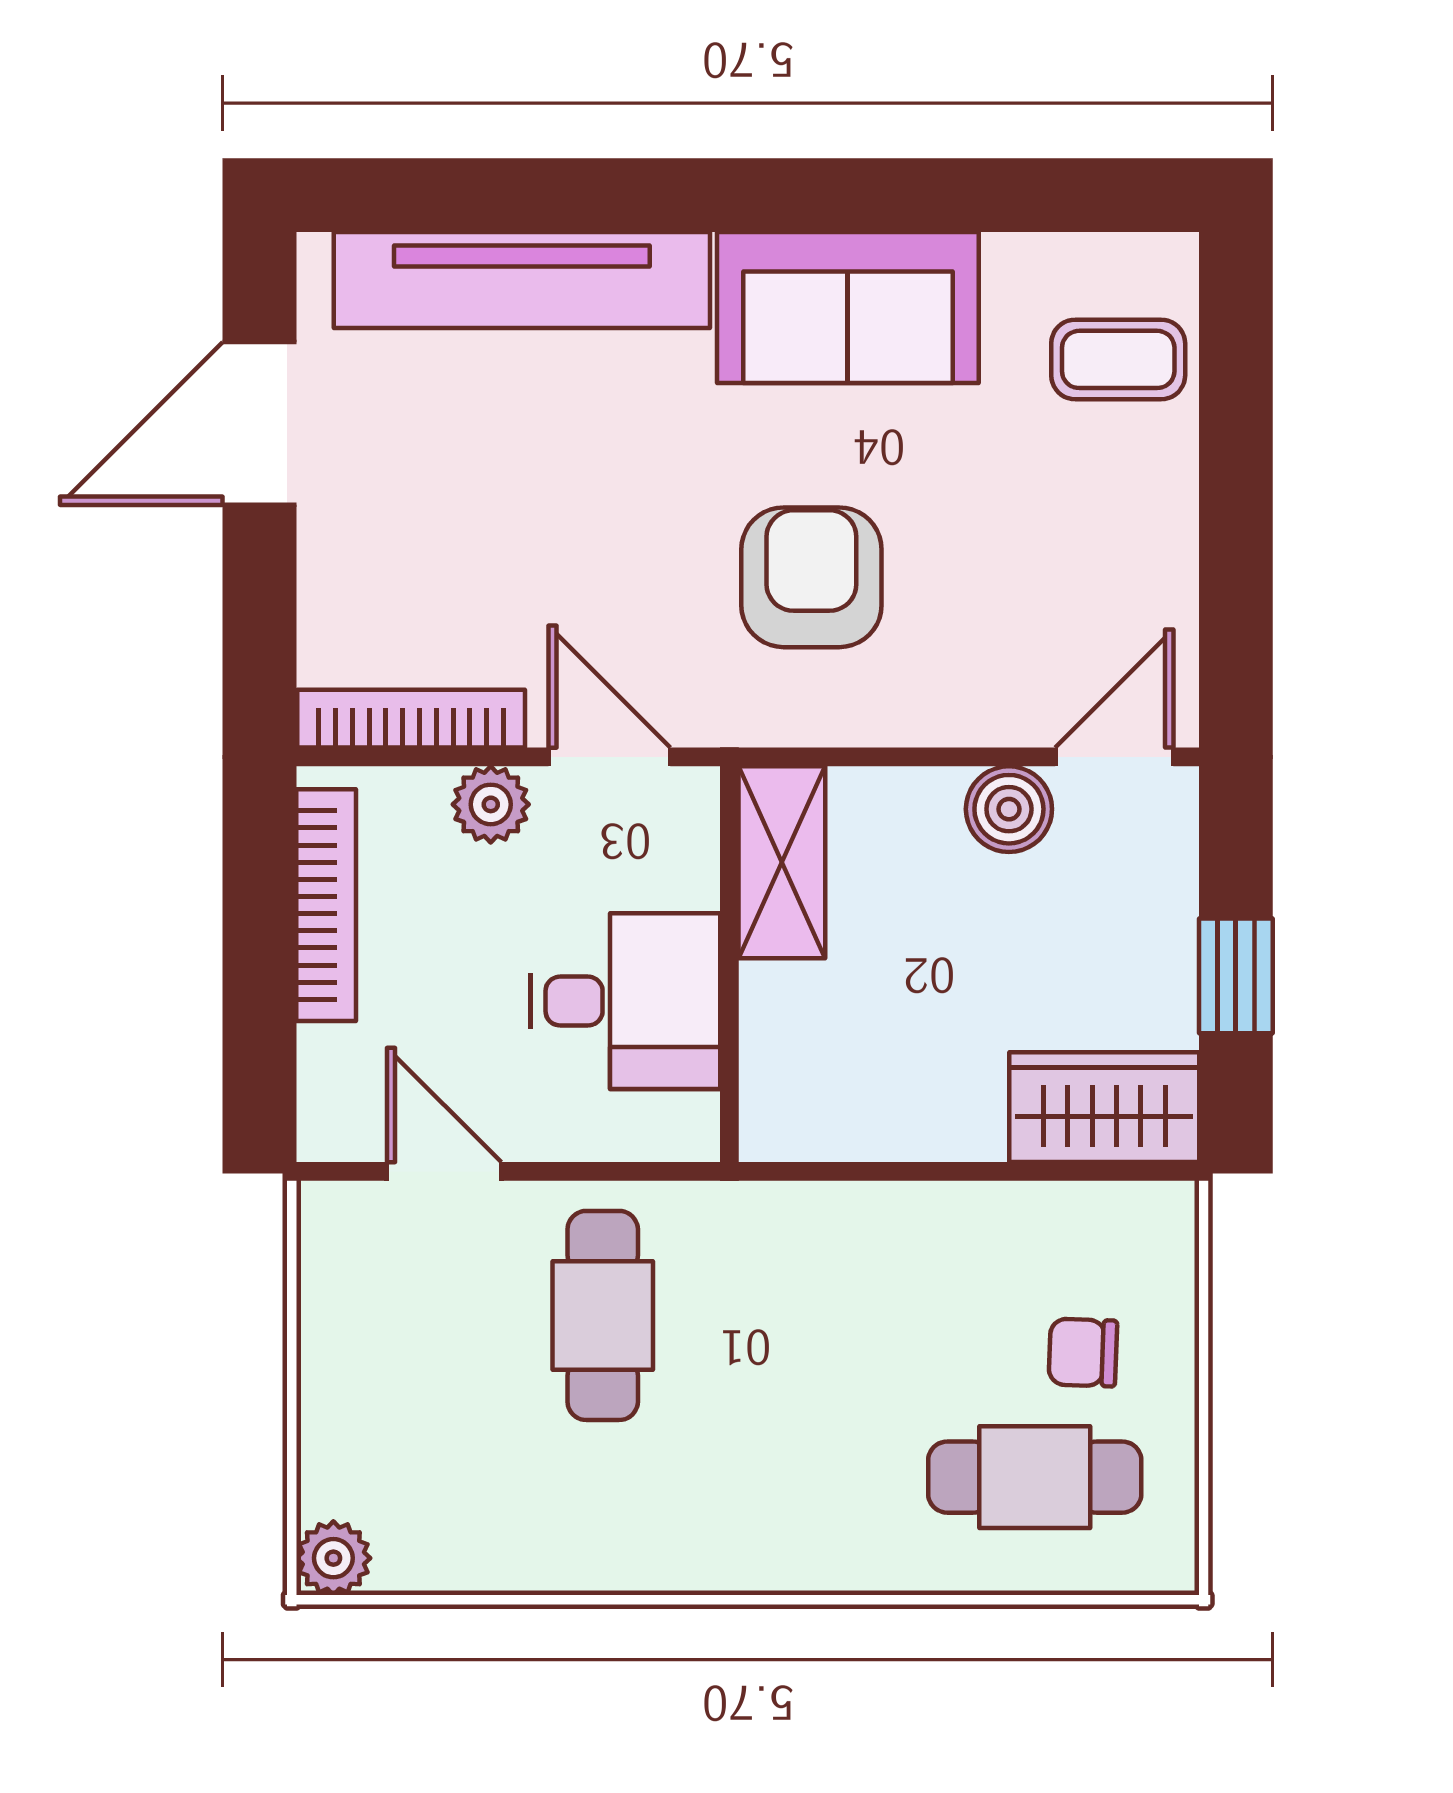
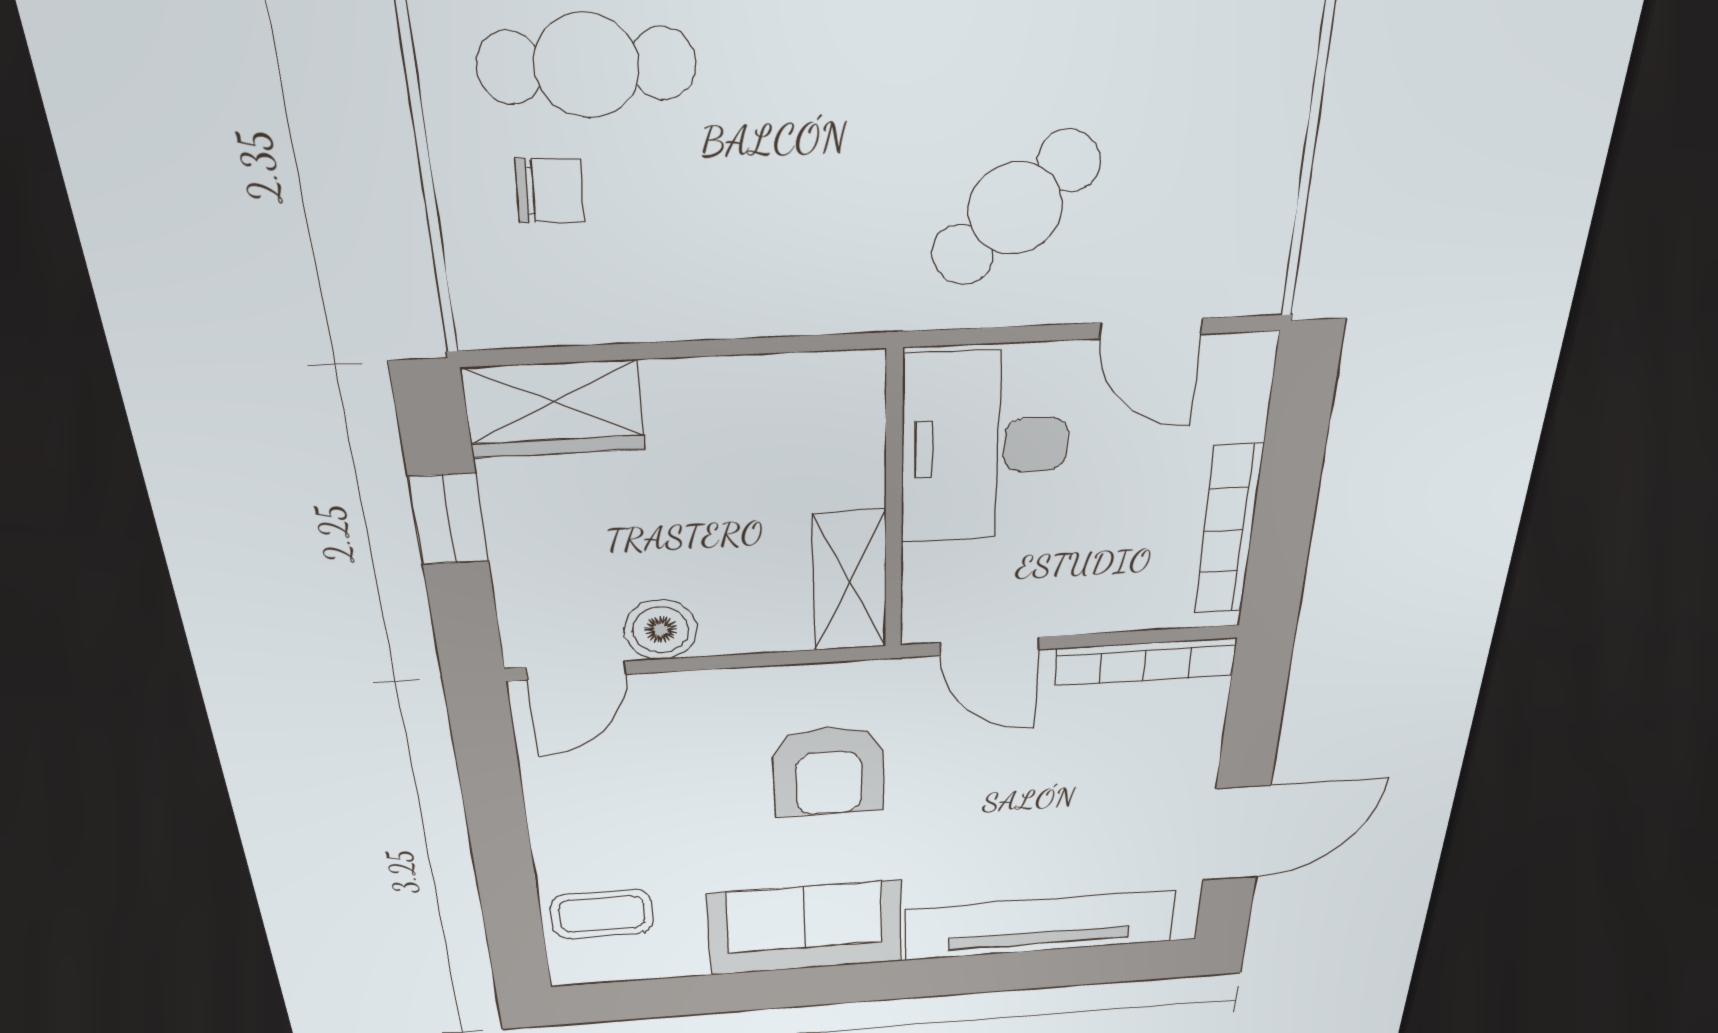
plant: (491, 804) -> (1087, 608), removed
desk: (625, 1001) -> (985, 447), width x1.37
cafe table: (603, 1315) -> (1015, 208), turned 48

